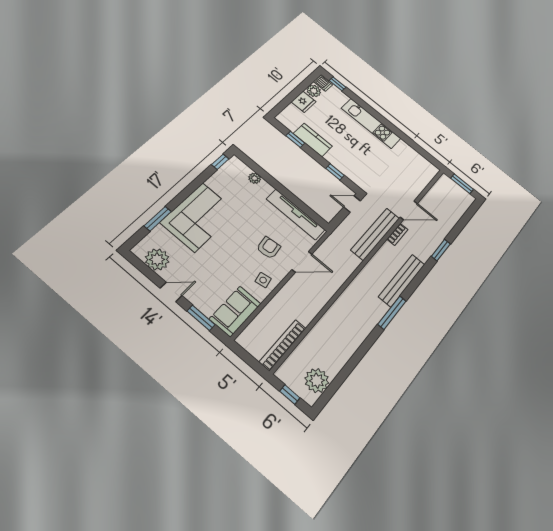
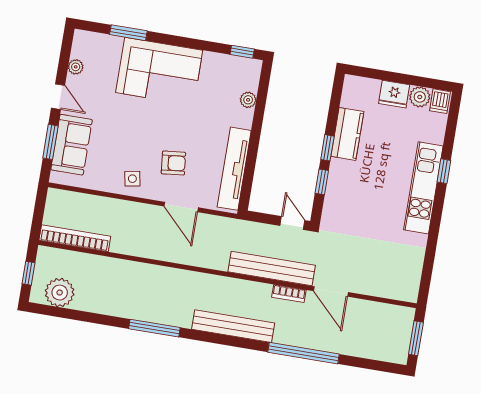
window: (337, 84) -> (444, 171), moved
window: (295, 139) -> (327, 148), moved
window: (441, 250) -> (303, 353), width x2.11
plant: (157, 259) -> (76, 67), width x0.53, depth x0.53
sofa: (235, 311) -> (72, 145), moved, turned 90
window: (392, 313) -> (154, 328), moved

